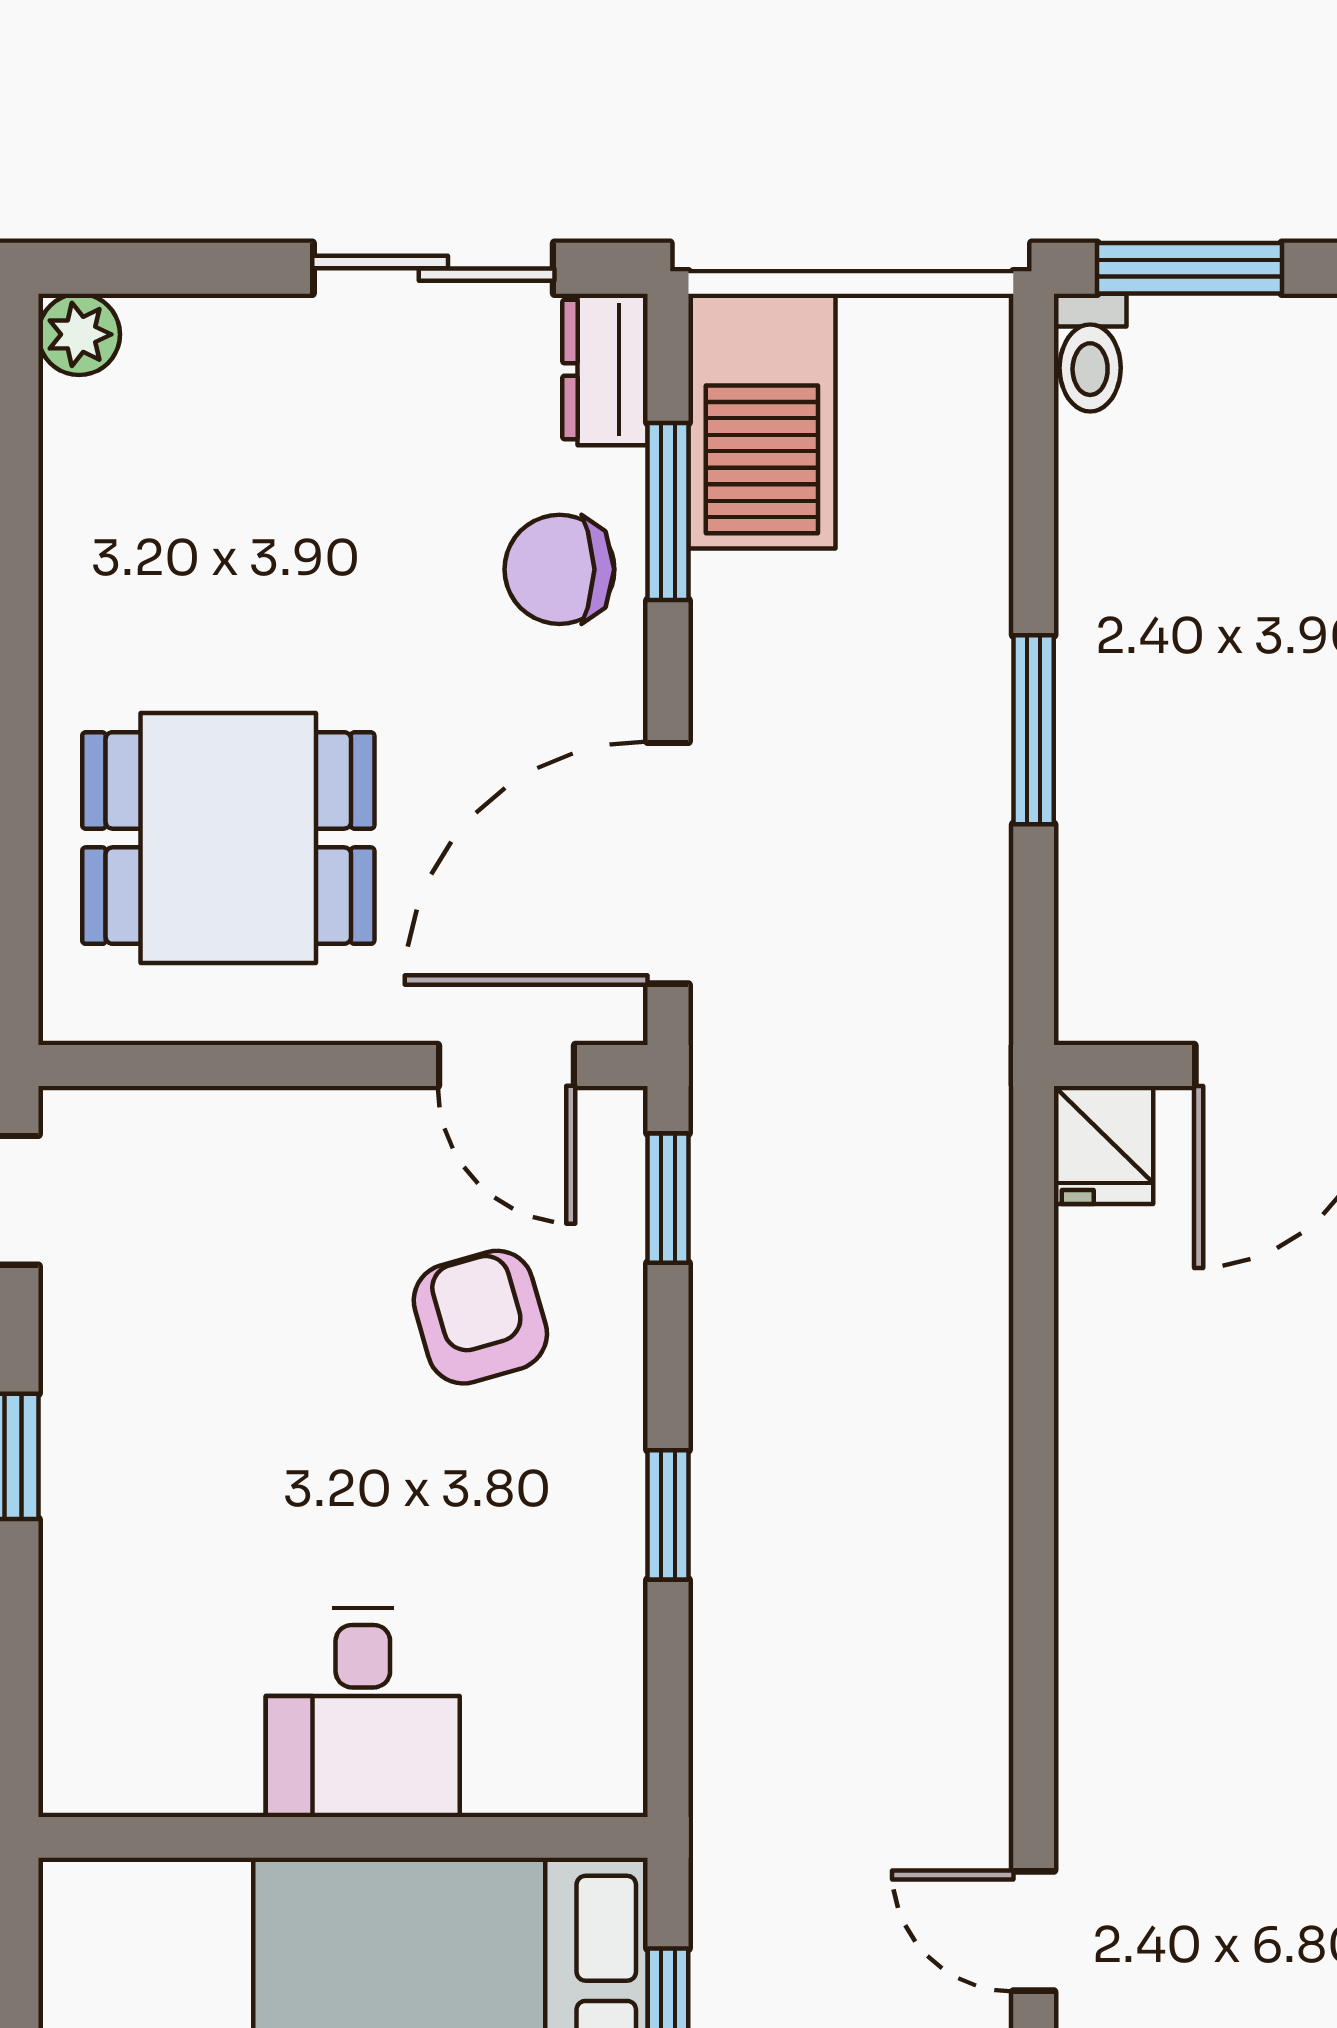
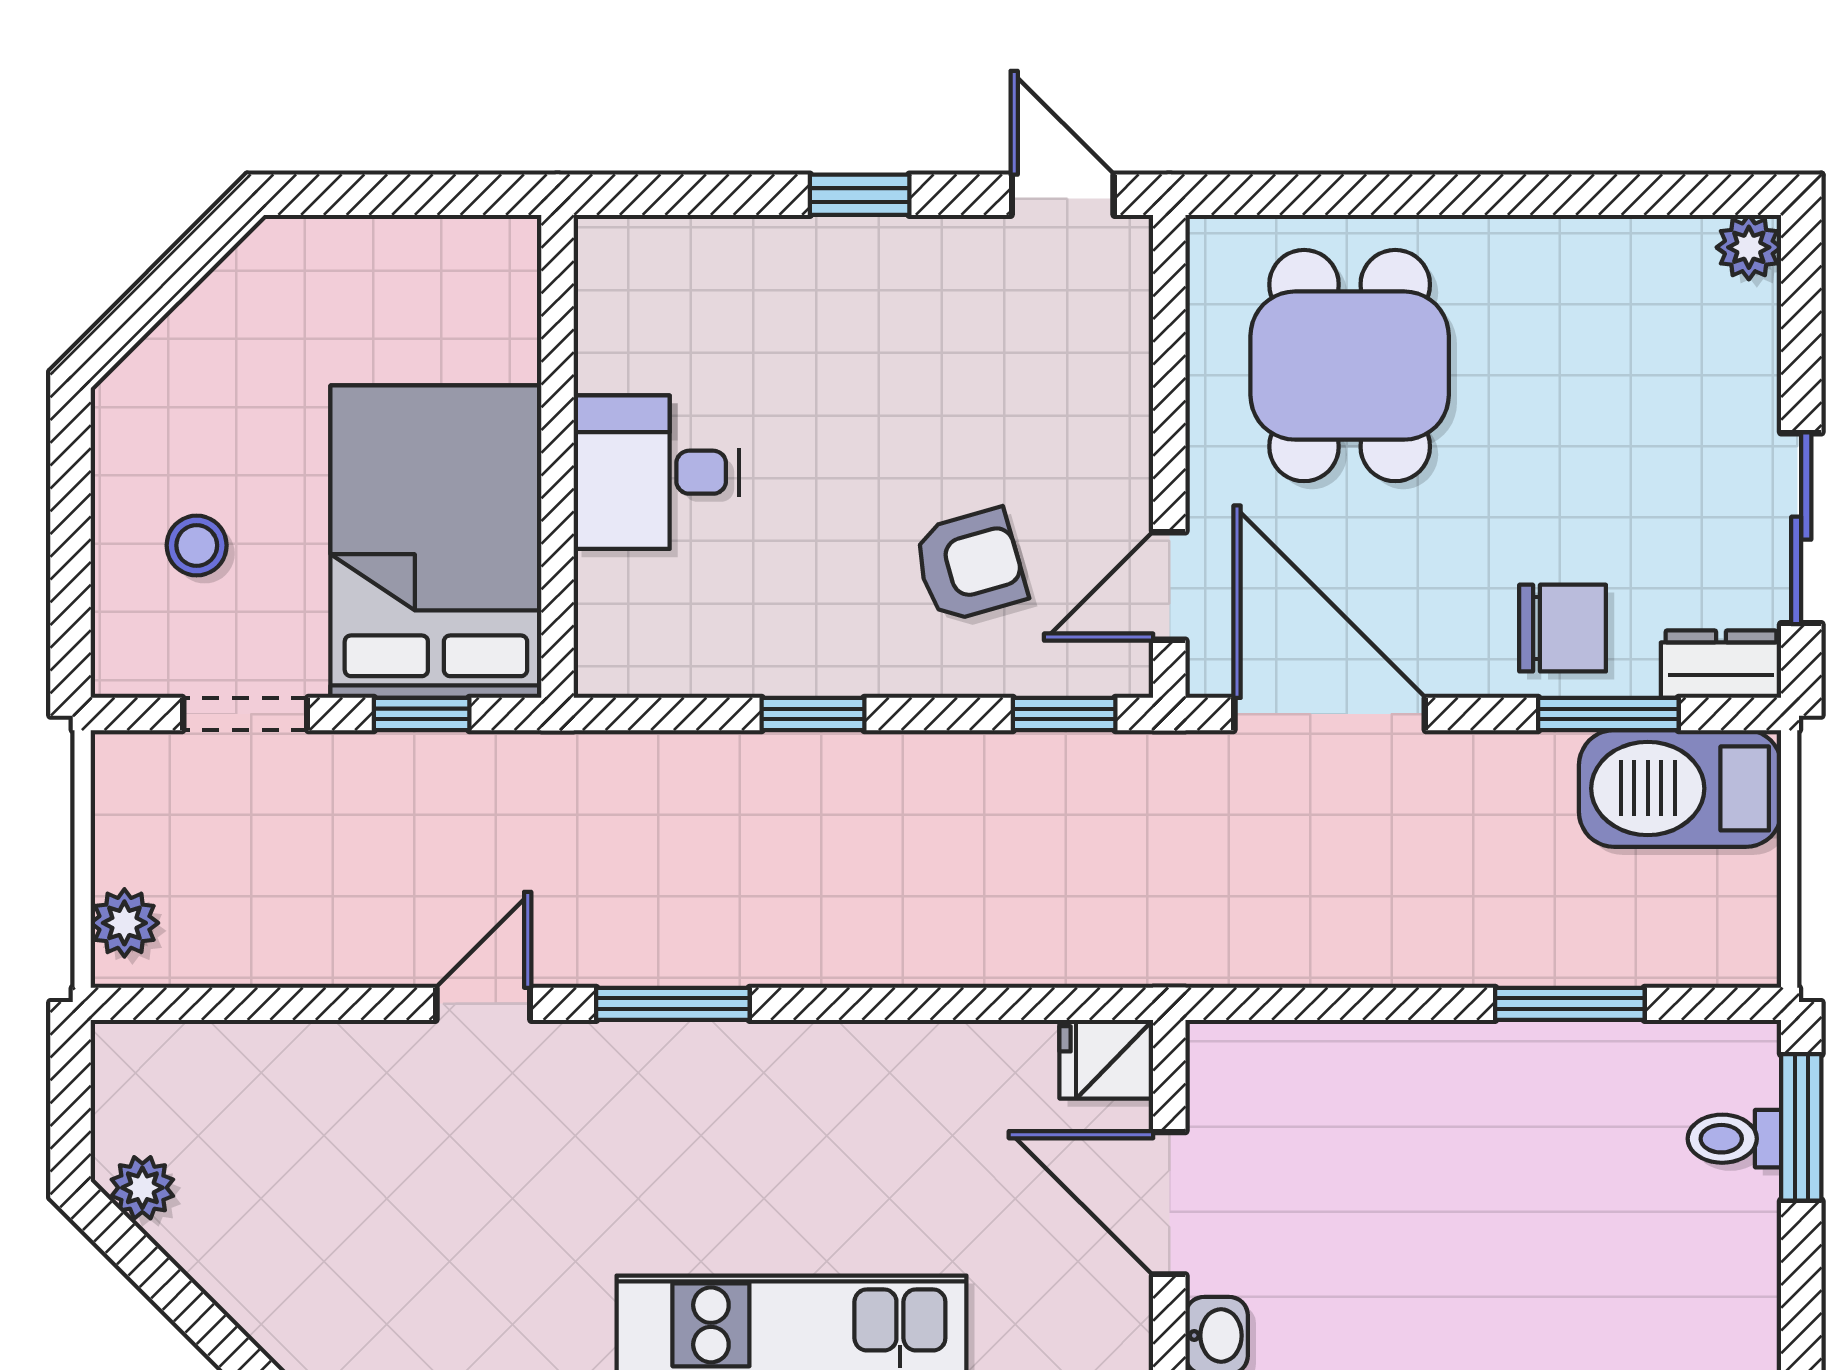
toilet: (1090, 353) -> (1734, 1139), moved
chair: (559, 569) -> (1563, 628), turned 90
window: (1034, 730) -> (1570, 1004), moved
window: (1034, 1692) -> (673, 1004), added

